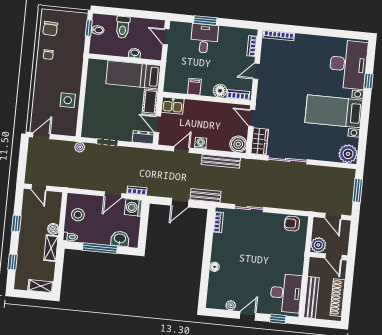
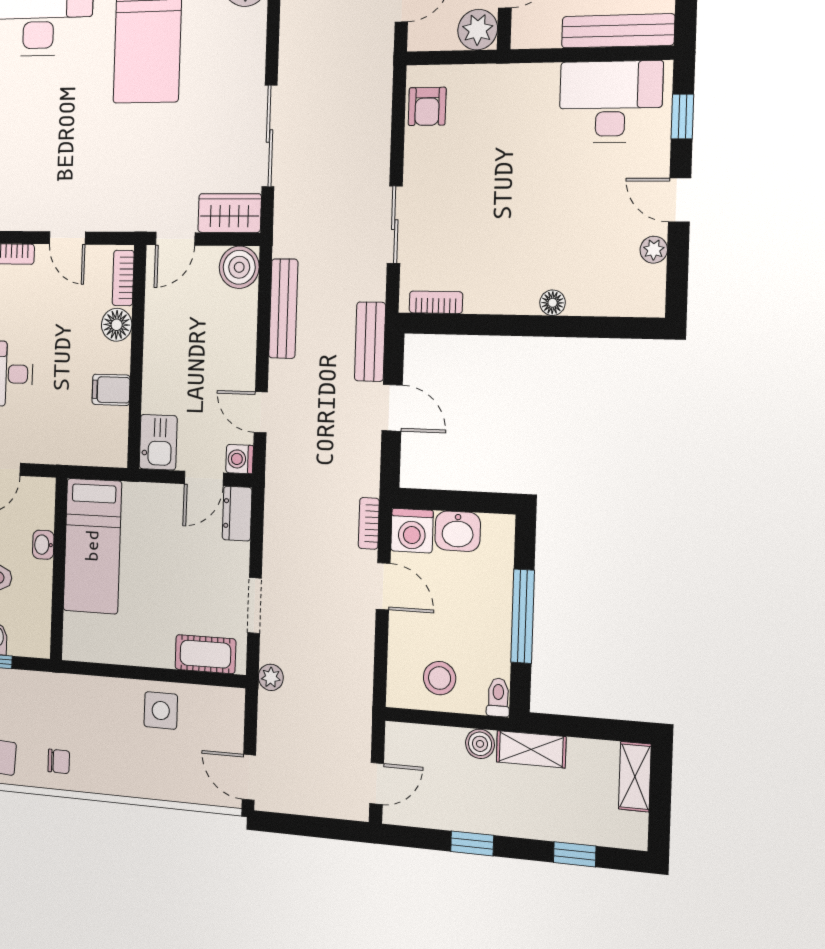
cot: (150, 102) -> (205, 654), moved
washing machine: (201, 143) -> (240, 459), moved
washbasin: (120, 239) -> (458, 531), moved, turned -90

